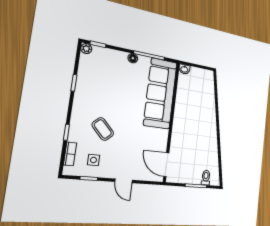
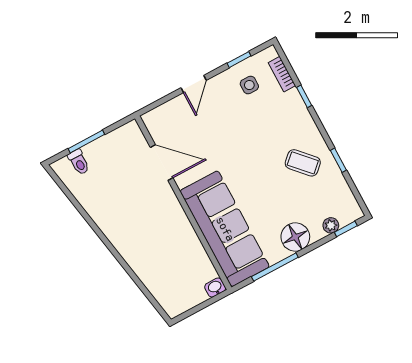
plant: (86, 49) -> (331, 225), moved
floor lamp: (133, 58) -> (295, 237), width x1.89, depth x1.89
coffee table: (103, 129) -> (303, 163), moved
door: (166, 165) -> (162, 163), moved
door: (124, 181) -> (194, 84), swing flipped

